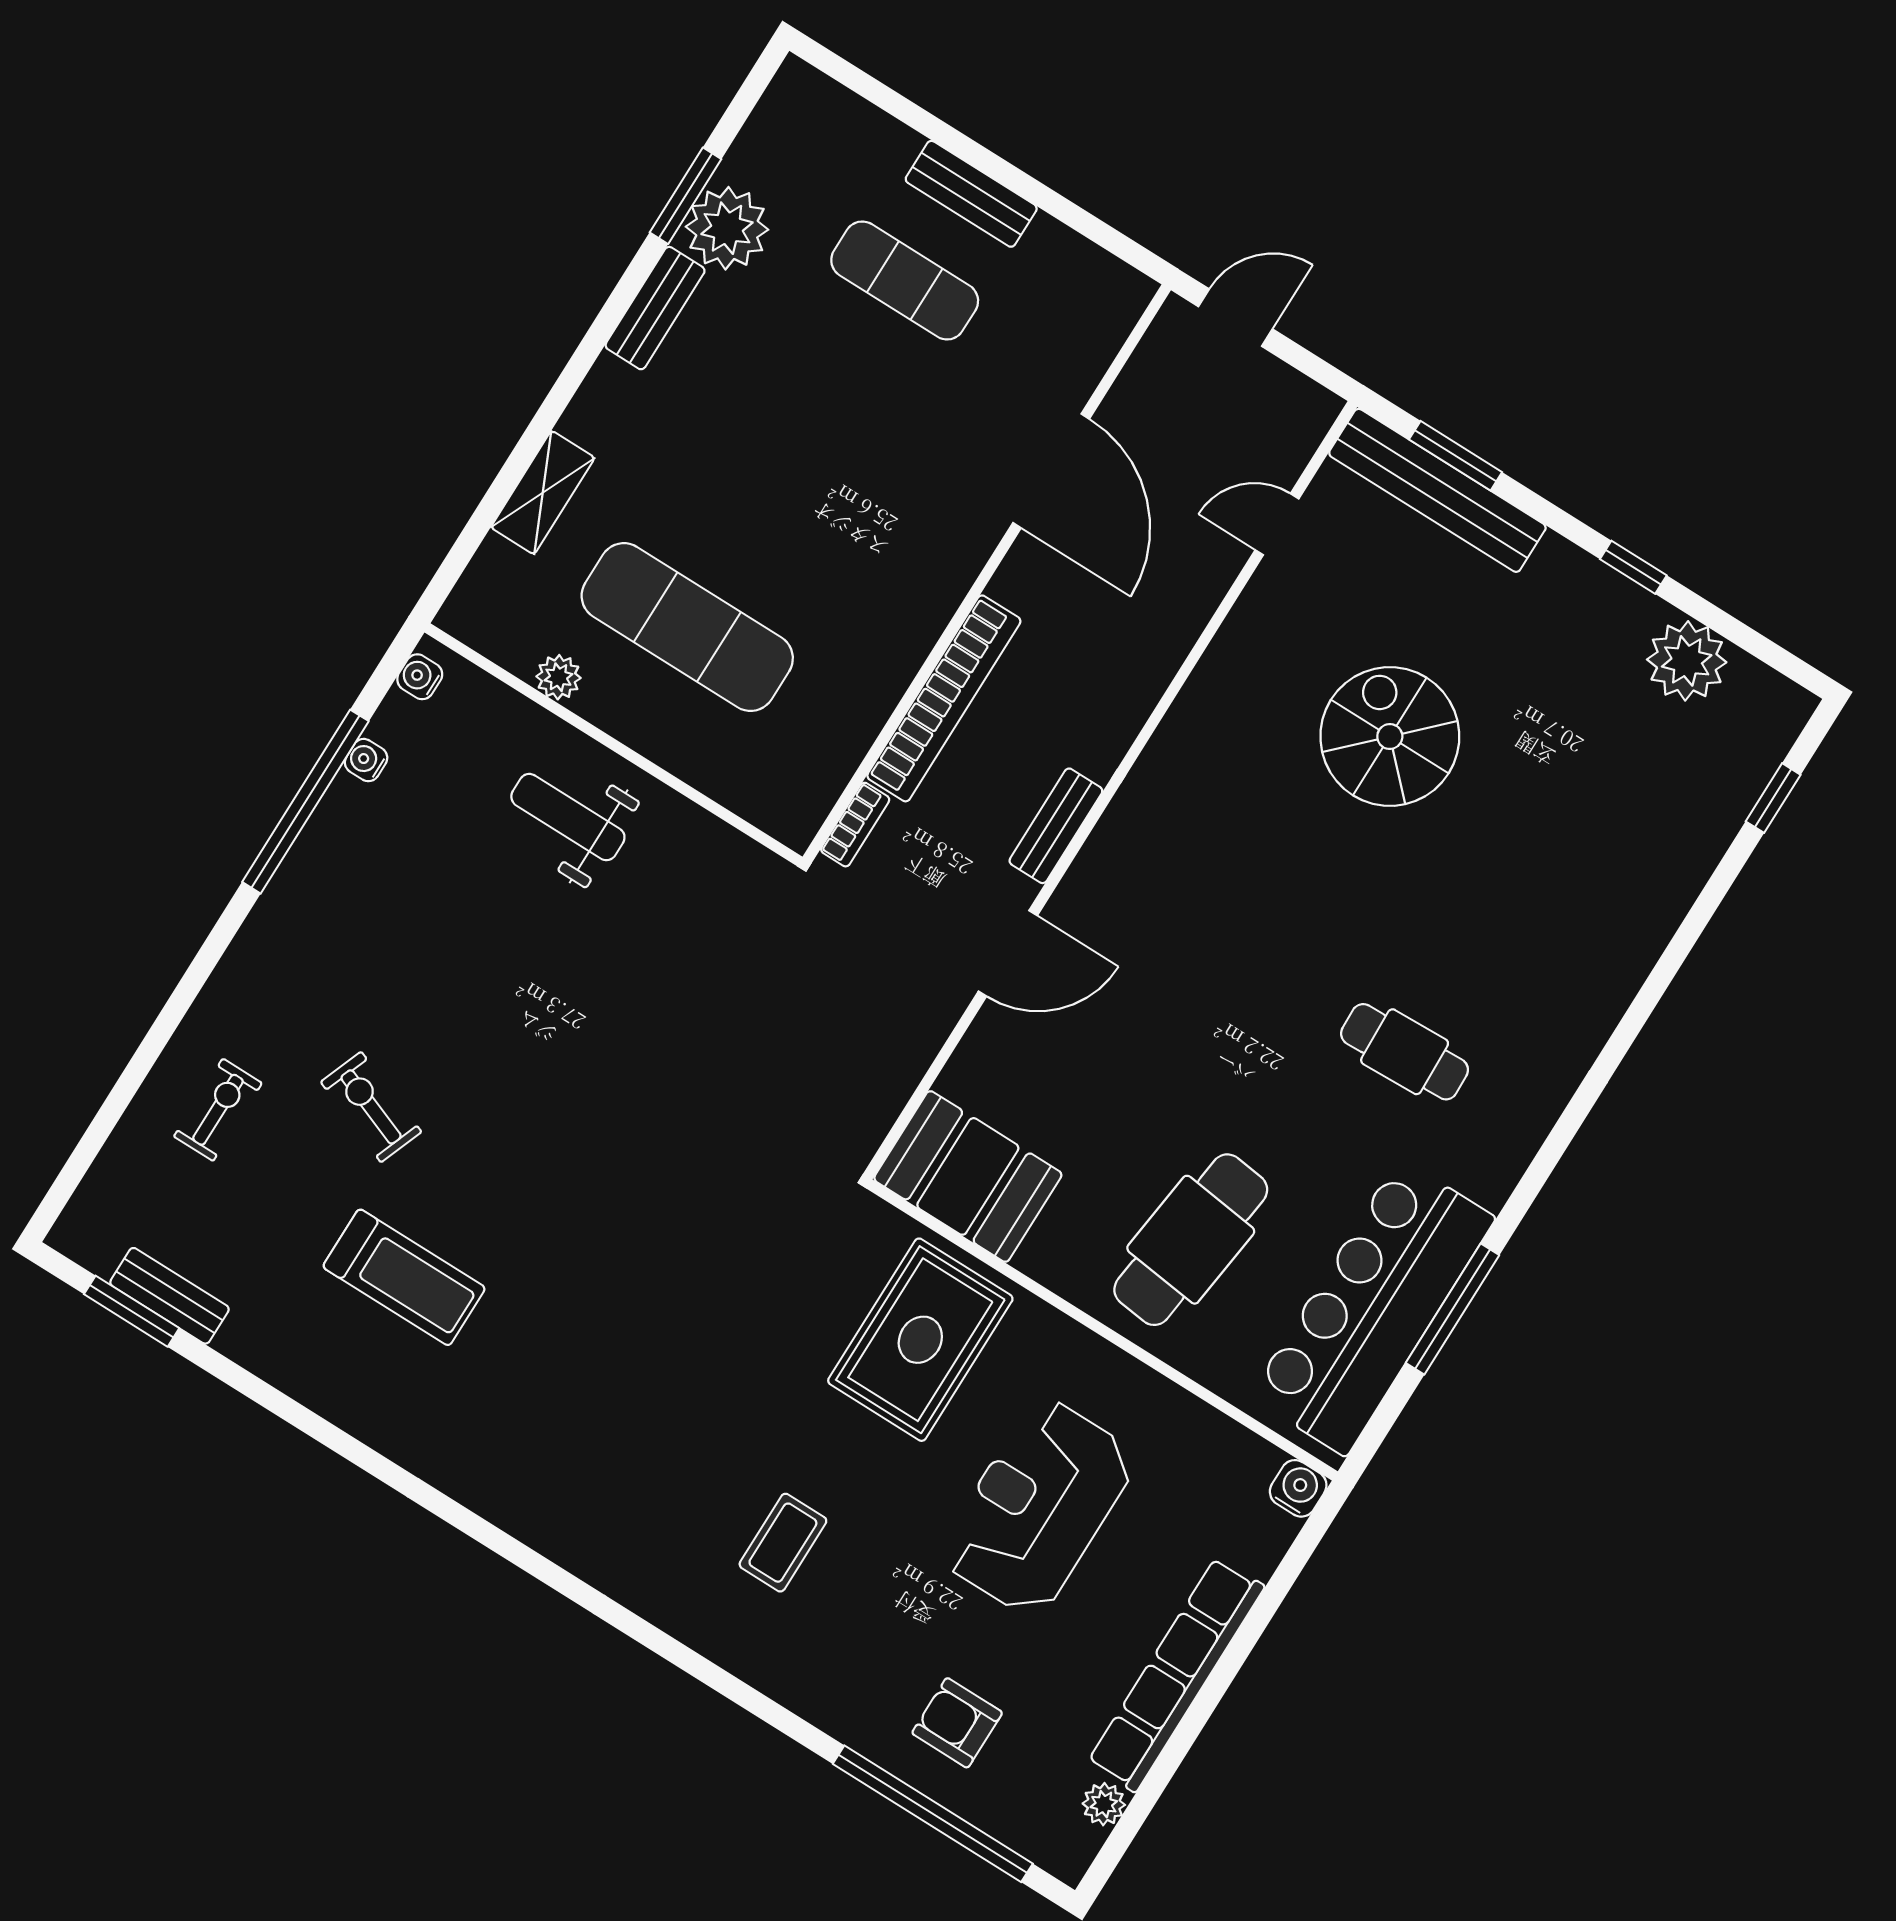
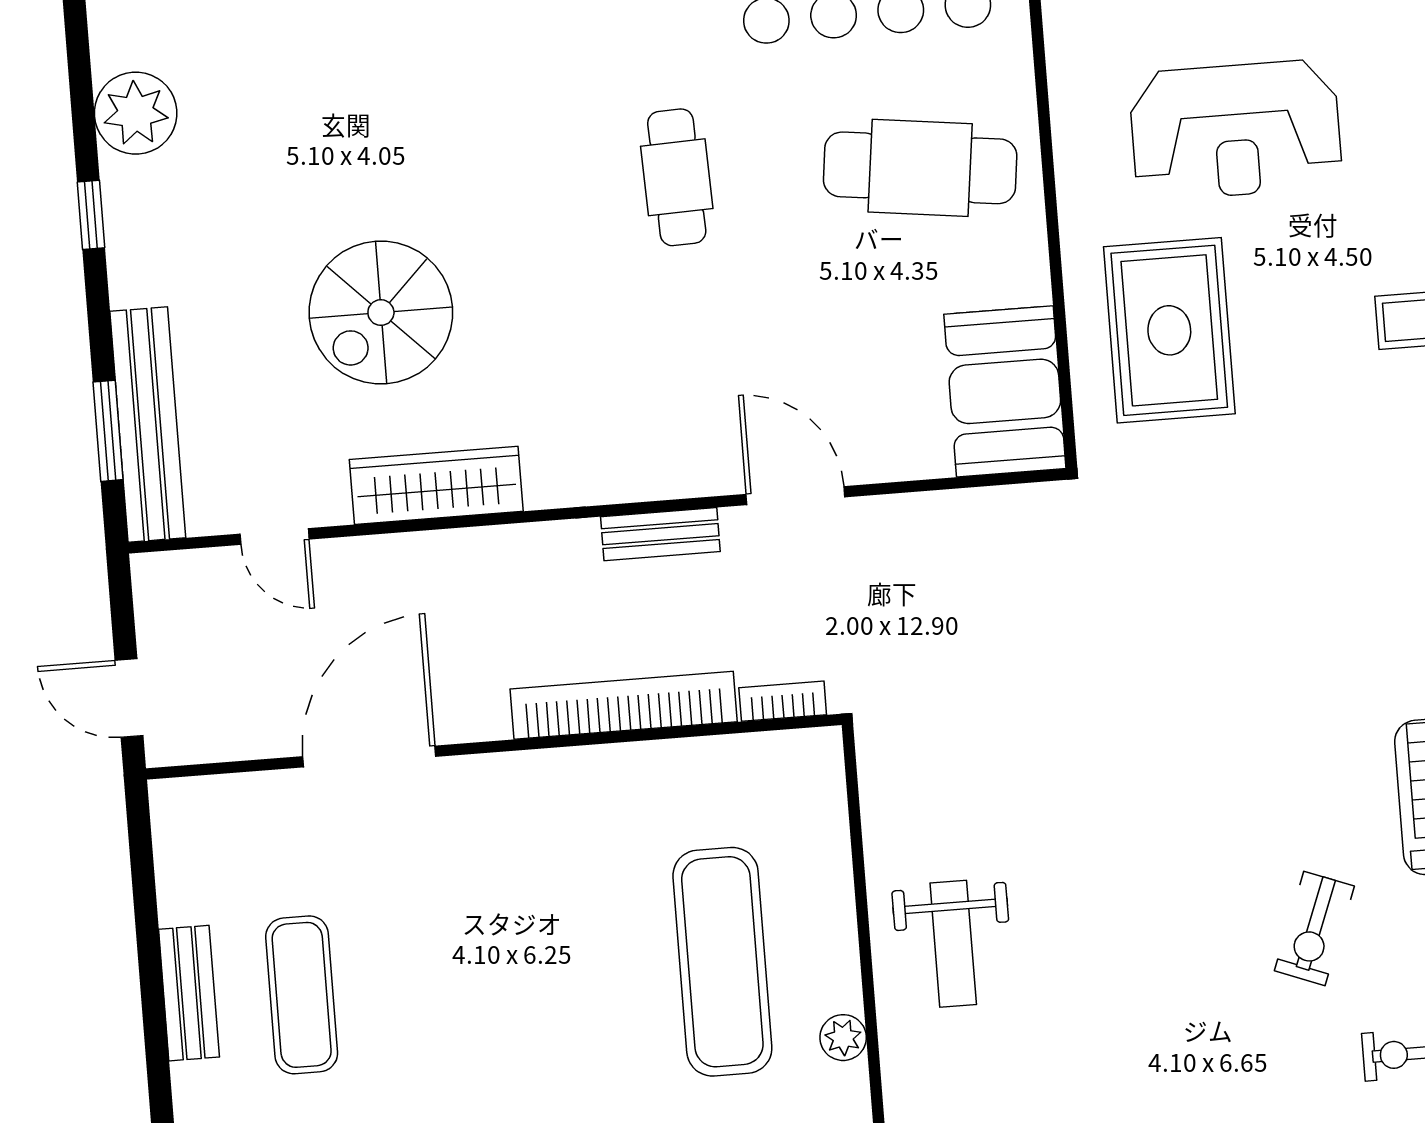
wardrobe: (1223, 680) -> (436, 485), added
cafe table: (1405, 1052) -> (677, 177), moved
rug: (920, 1340) -> (1169, 330), turned 90

